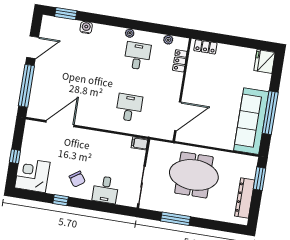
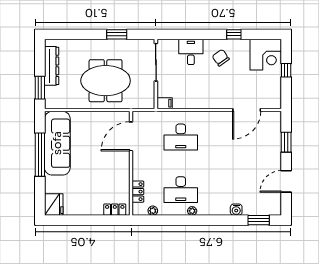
desk: (137, 56) -> (181, 190), width x1.37
window: (26, 86) -> (286, 142), width x0.47
desk: (129, 108) -> (181, 137), width x1.37
window: (176, 219) -> (117, 34), width x0.69

